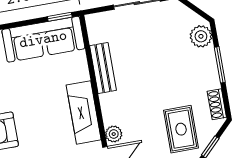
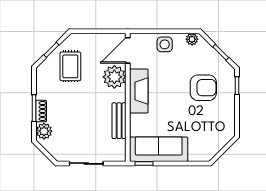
shoe rack: (217, 104) -> (41, 111), moved
plant: (114, 134) -> (114, 77), width x1.88, depth x1.88

